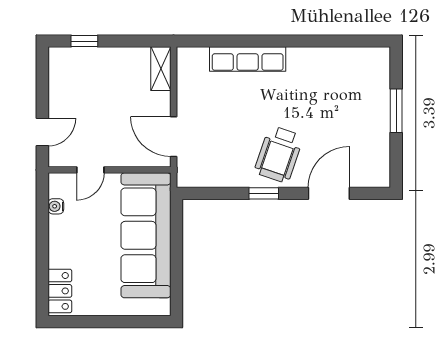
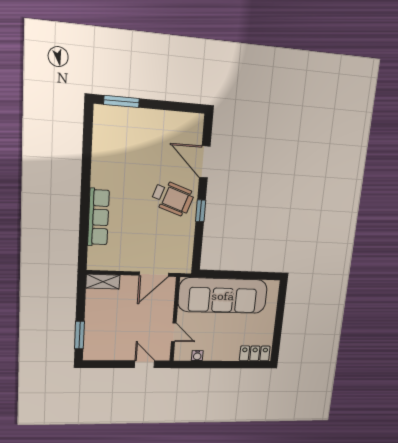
window: (84, 41) -> (80, 335), width x1.50
window: (396, 111) -> (121, 101), moved

